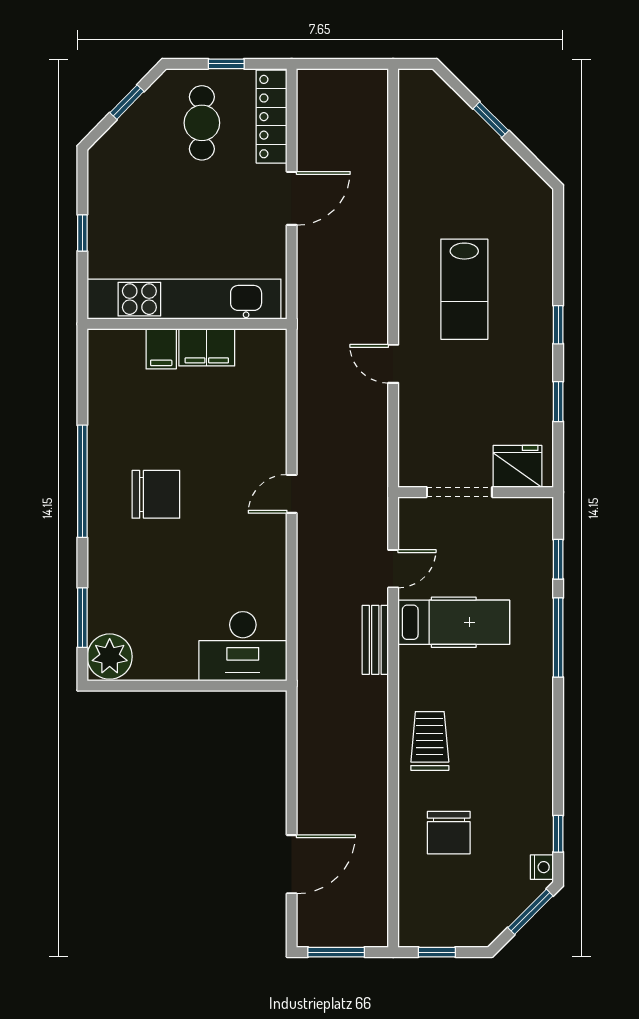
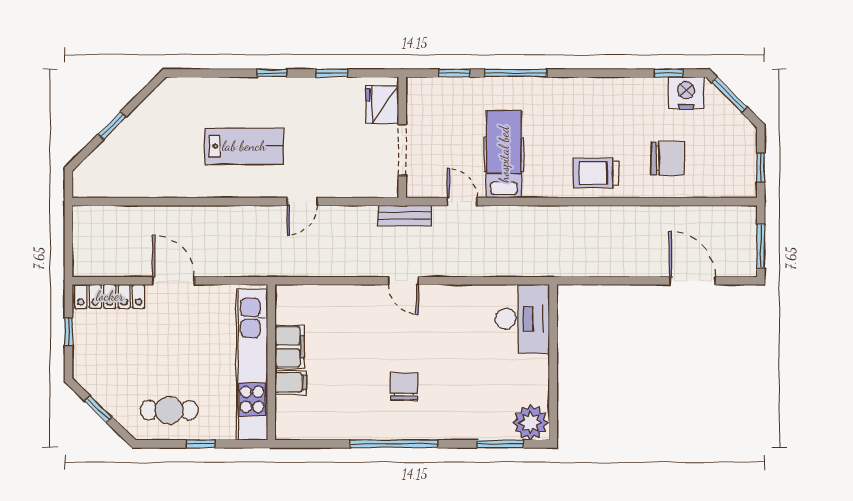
cafe table: (202, 123) -> (169, 410), moved
chair: (156, 494) -> (404, 387), width x0.73, depth x0.73
bench: (375, 640) -> (404, 216), moved
nightstand: (542, 867) -> (686, 93), width x1.89, depth x1.79

